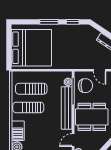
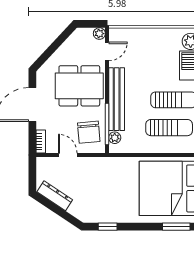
window: (49, 22) -> (176, 227), moved
chair: (85, 86) -> (89, 132), turned -95

